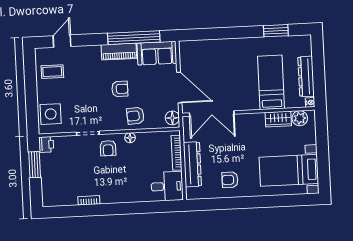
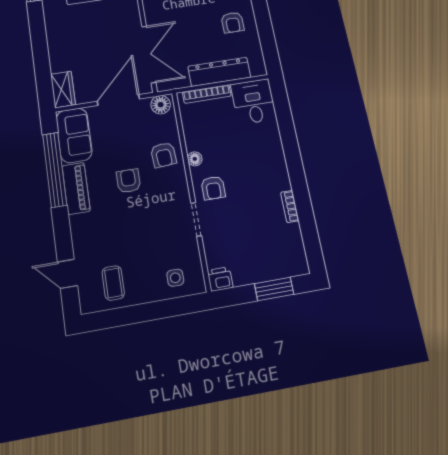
wardrobe: (192, 48) -> (63, 89), added
side table: (51, 114) -> (175, 278), width x0.54, depth x0.54
armchair: (108, 148) -> (213, 188), turned 90
window: (35, 165) -> (274, 289), moved

